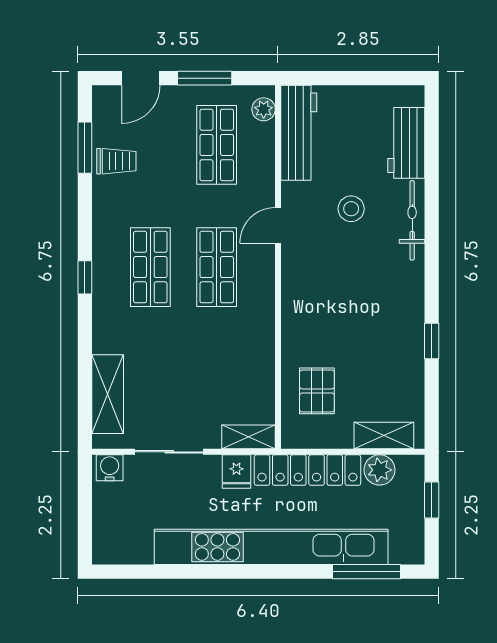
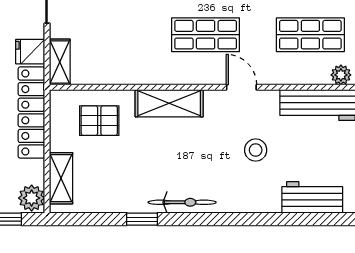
bicycle: (412, 220) -> (182, 202), moved
shelving: (297, 310) -> (169, 103), added
plant: (380, 470) -> (32, 198), moved

